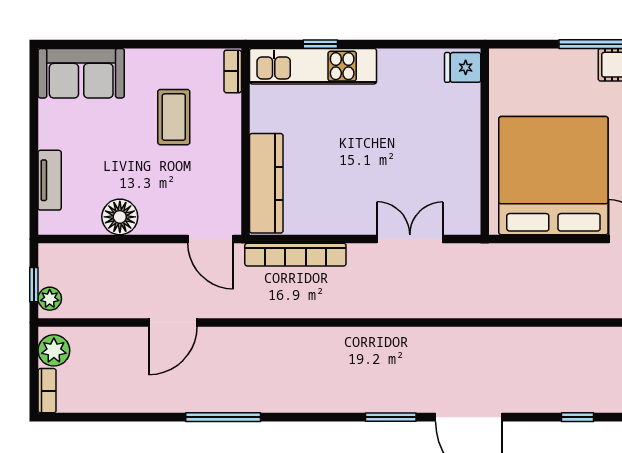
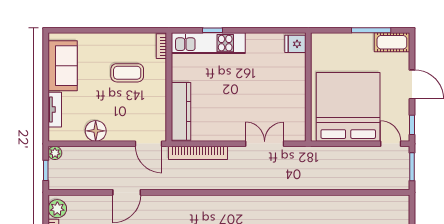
sofa: (81, 73) -> (63, 66), moved, turned -90
coffee table: (174, 117) -> (127, 73), turned 90
plant: (50, 299) -> (55, 153), moved

